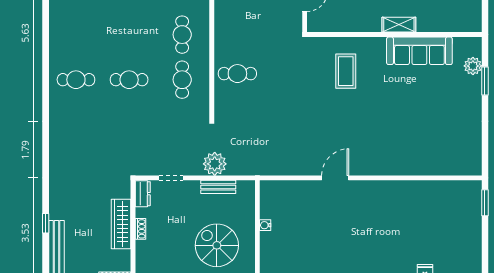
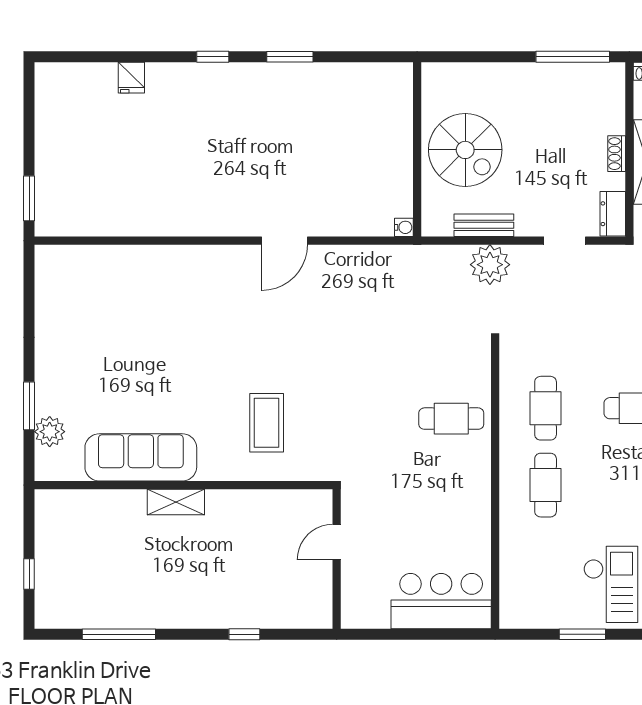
water cooler: (265, 225) -> (404, 227), moved
spiral stairs: (217, 245) -> (465, 150), moved

